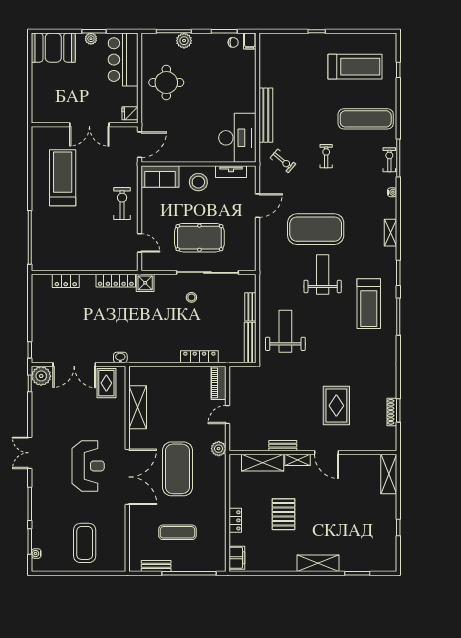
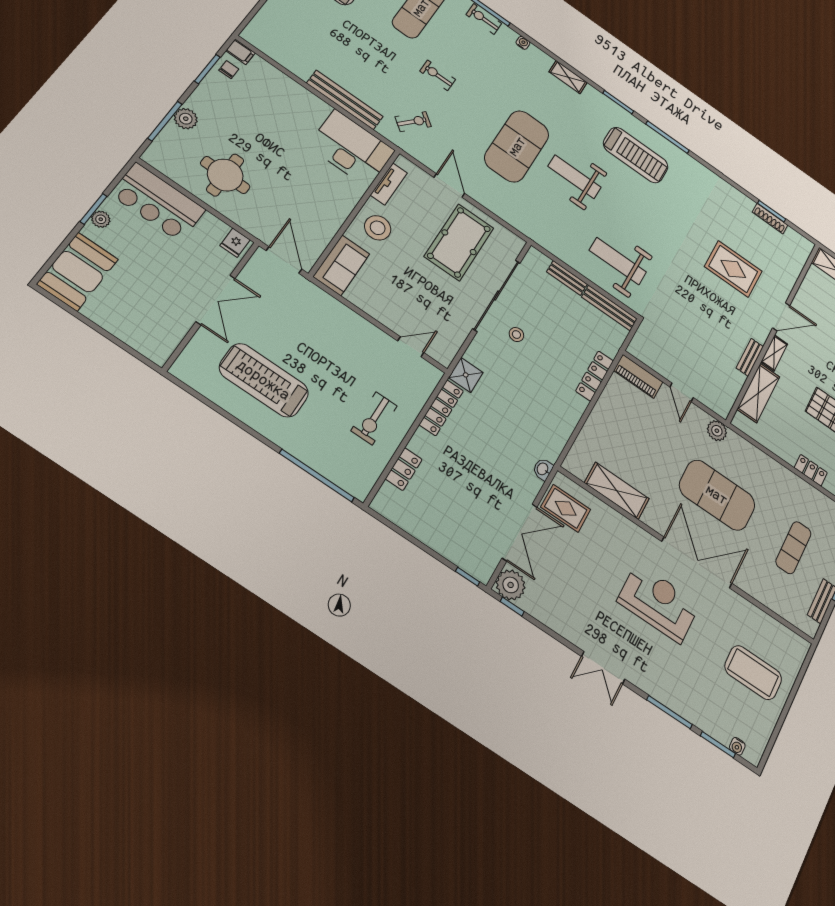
exercise bike: (122, 203) -> (374, 418), moved, turned -90
pool table: (199, 238) -> (459, 242), moved

